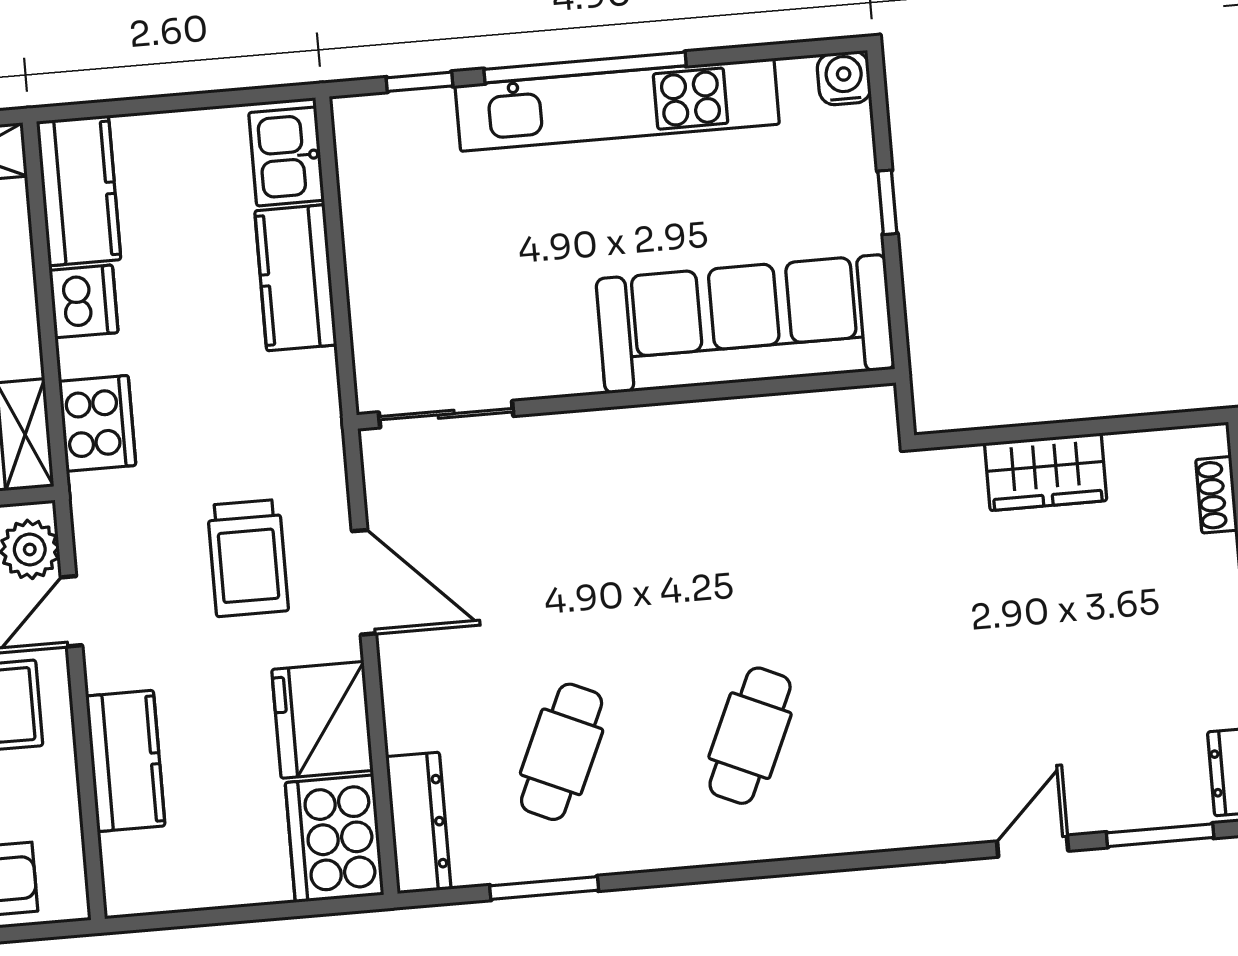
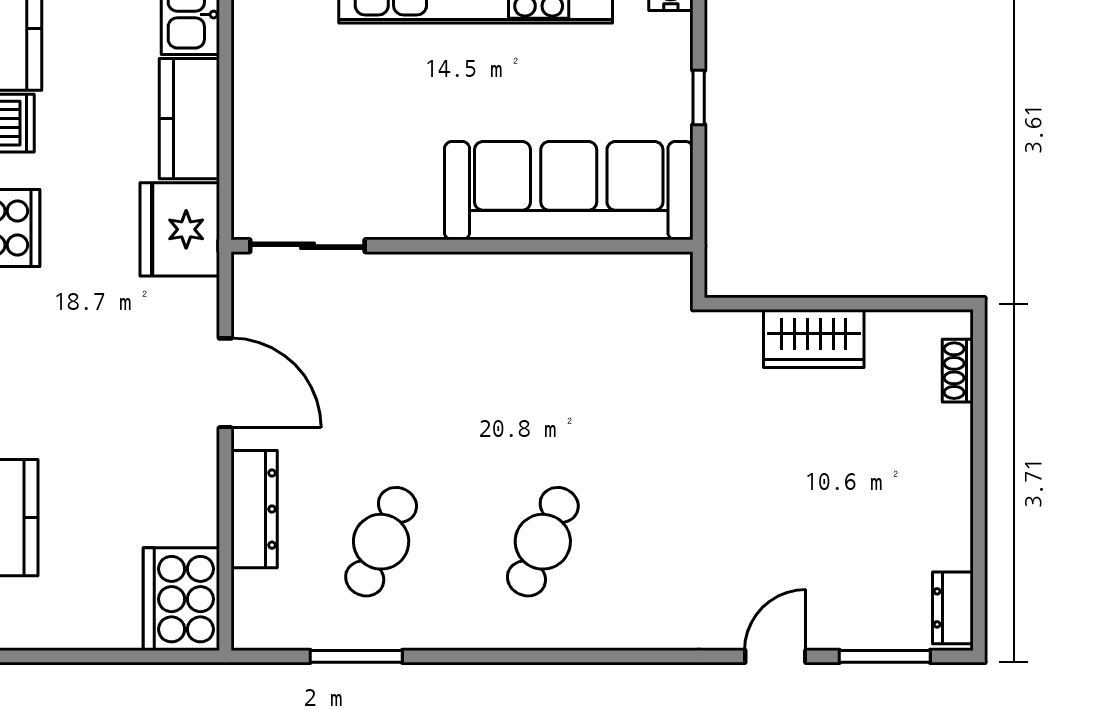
trolley: (248, 558) -> (128, 354), removed
fridge: (322, 720) -> (180, 229), moved
dresser: (418, 823) -> (254, 509), moved

